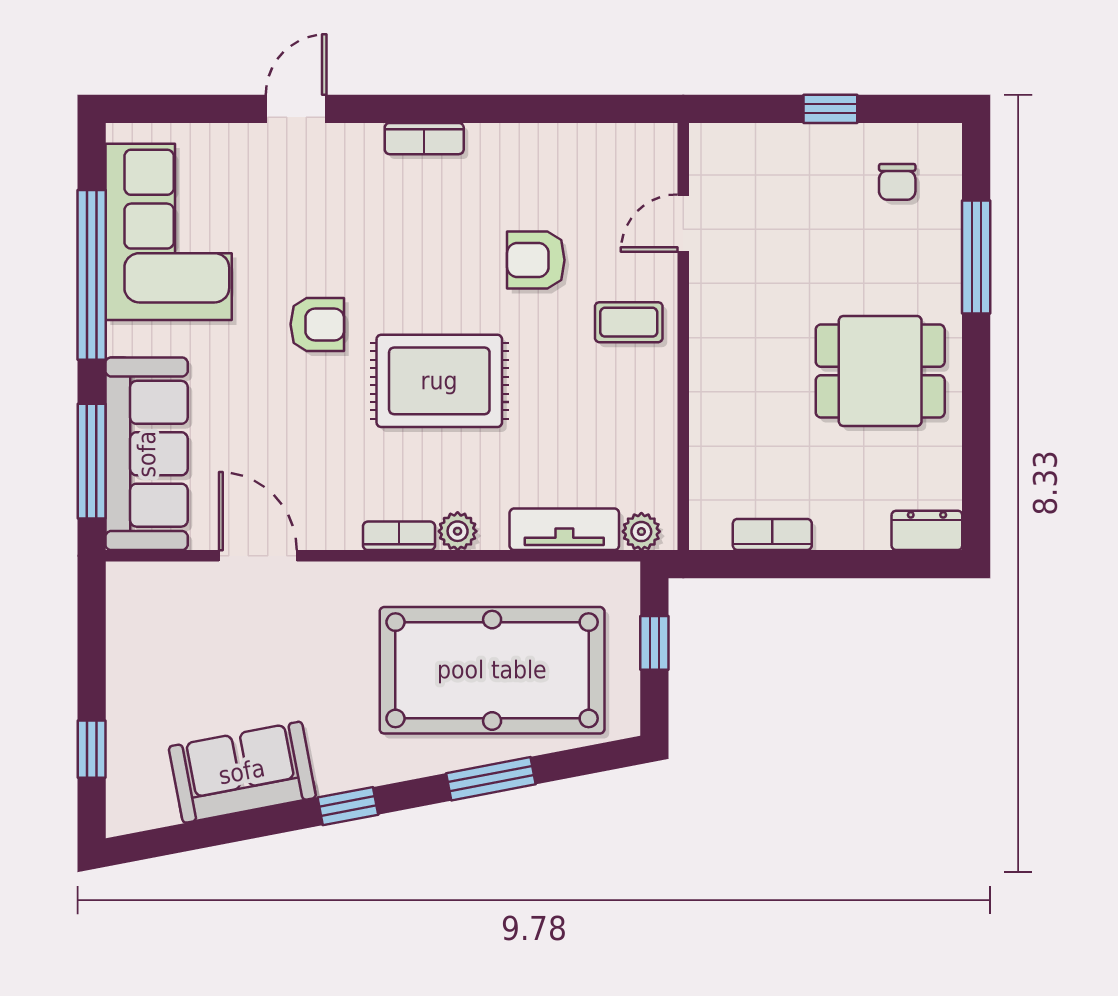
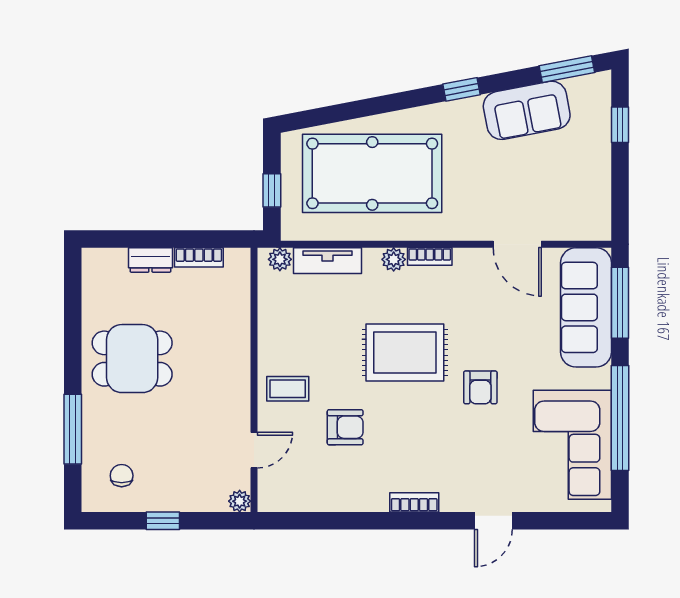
plant: (707, 141) -> (240, 501), added
armchair: (317, 324) -> (480, 387), turned -90
dresser: (927, 530) -> (150, 260), moved
window: (491, 779) -> (567, 69), moved

